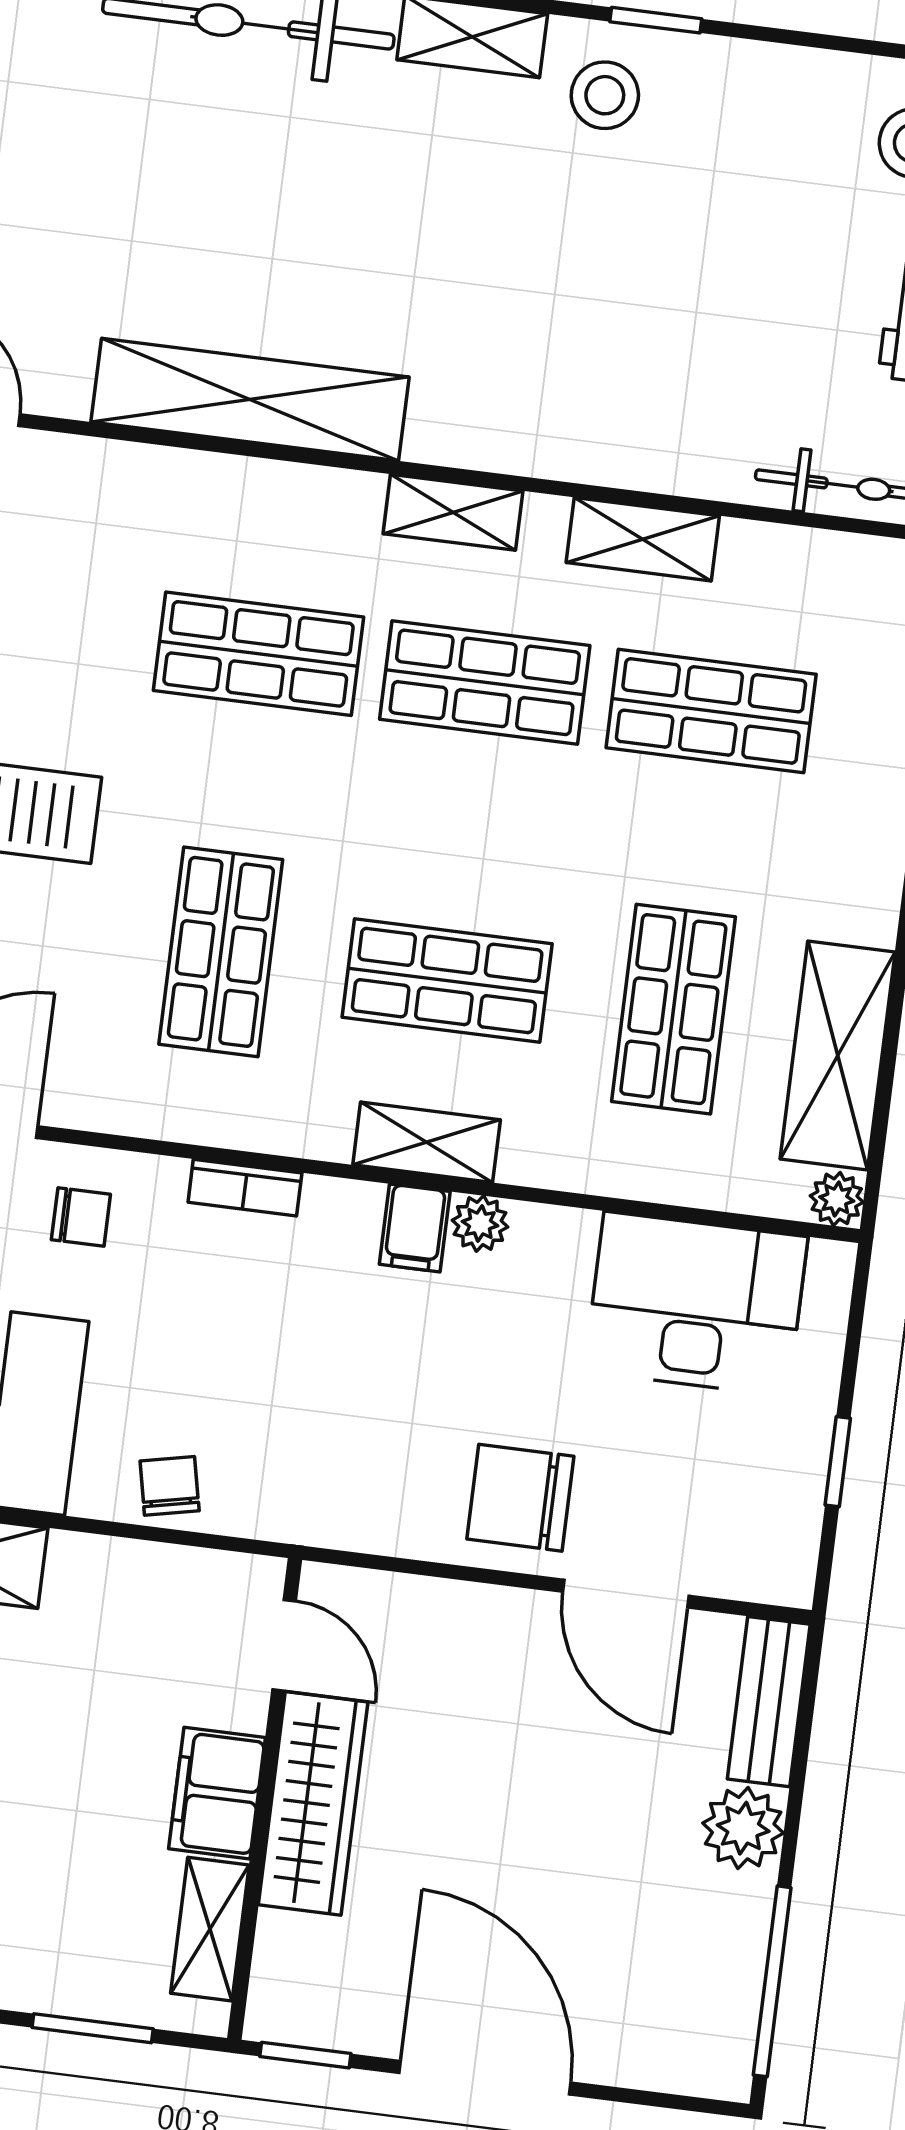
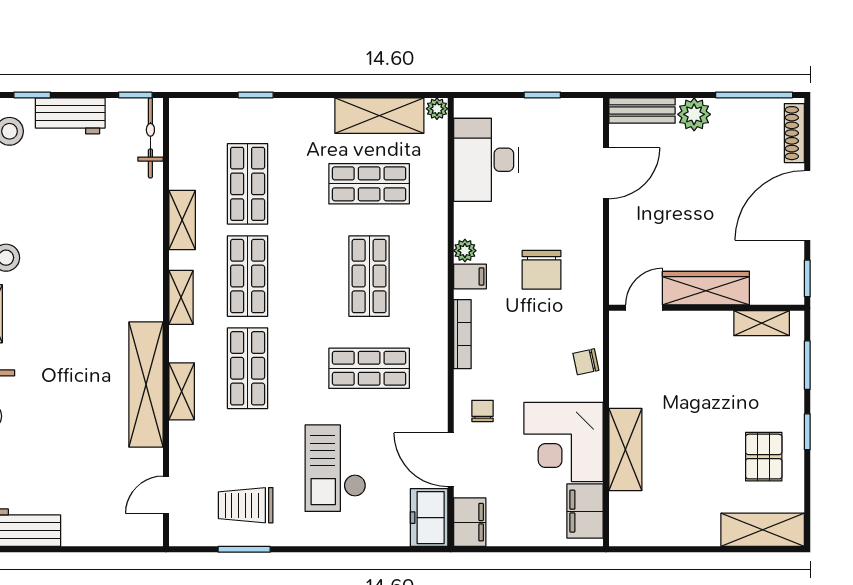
shelving: (427, 1142) -> (182, 391), moved
bookcase: (245, 1188) -> (462, 334), width x1.56
chair: (520, 1498) -> (542, 270), moved
filing cabinet: (217, 1793) -> (707, 327), removed
shoe rack: (666, 2068) -> (794, 133), added

